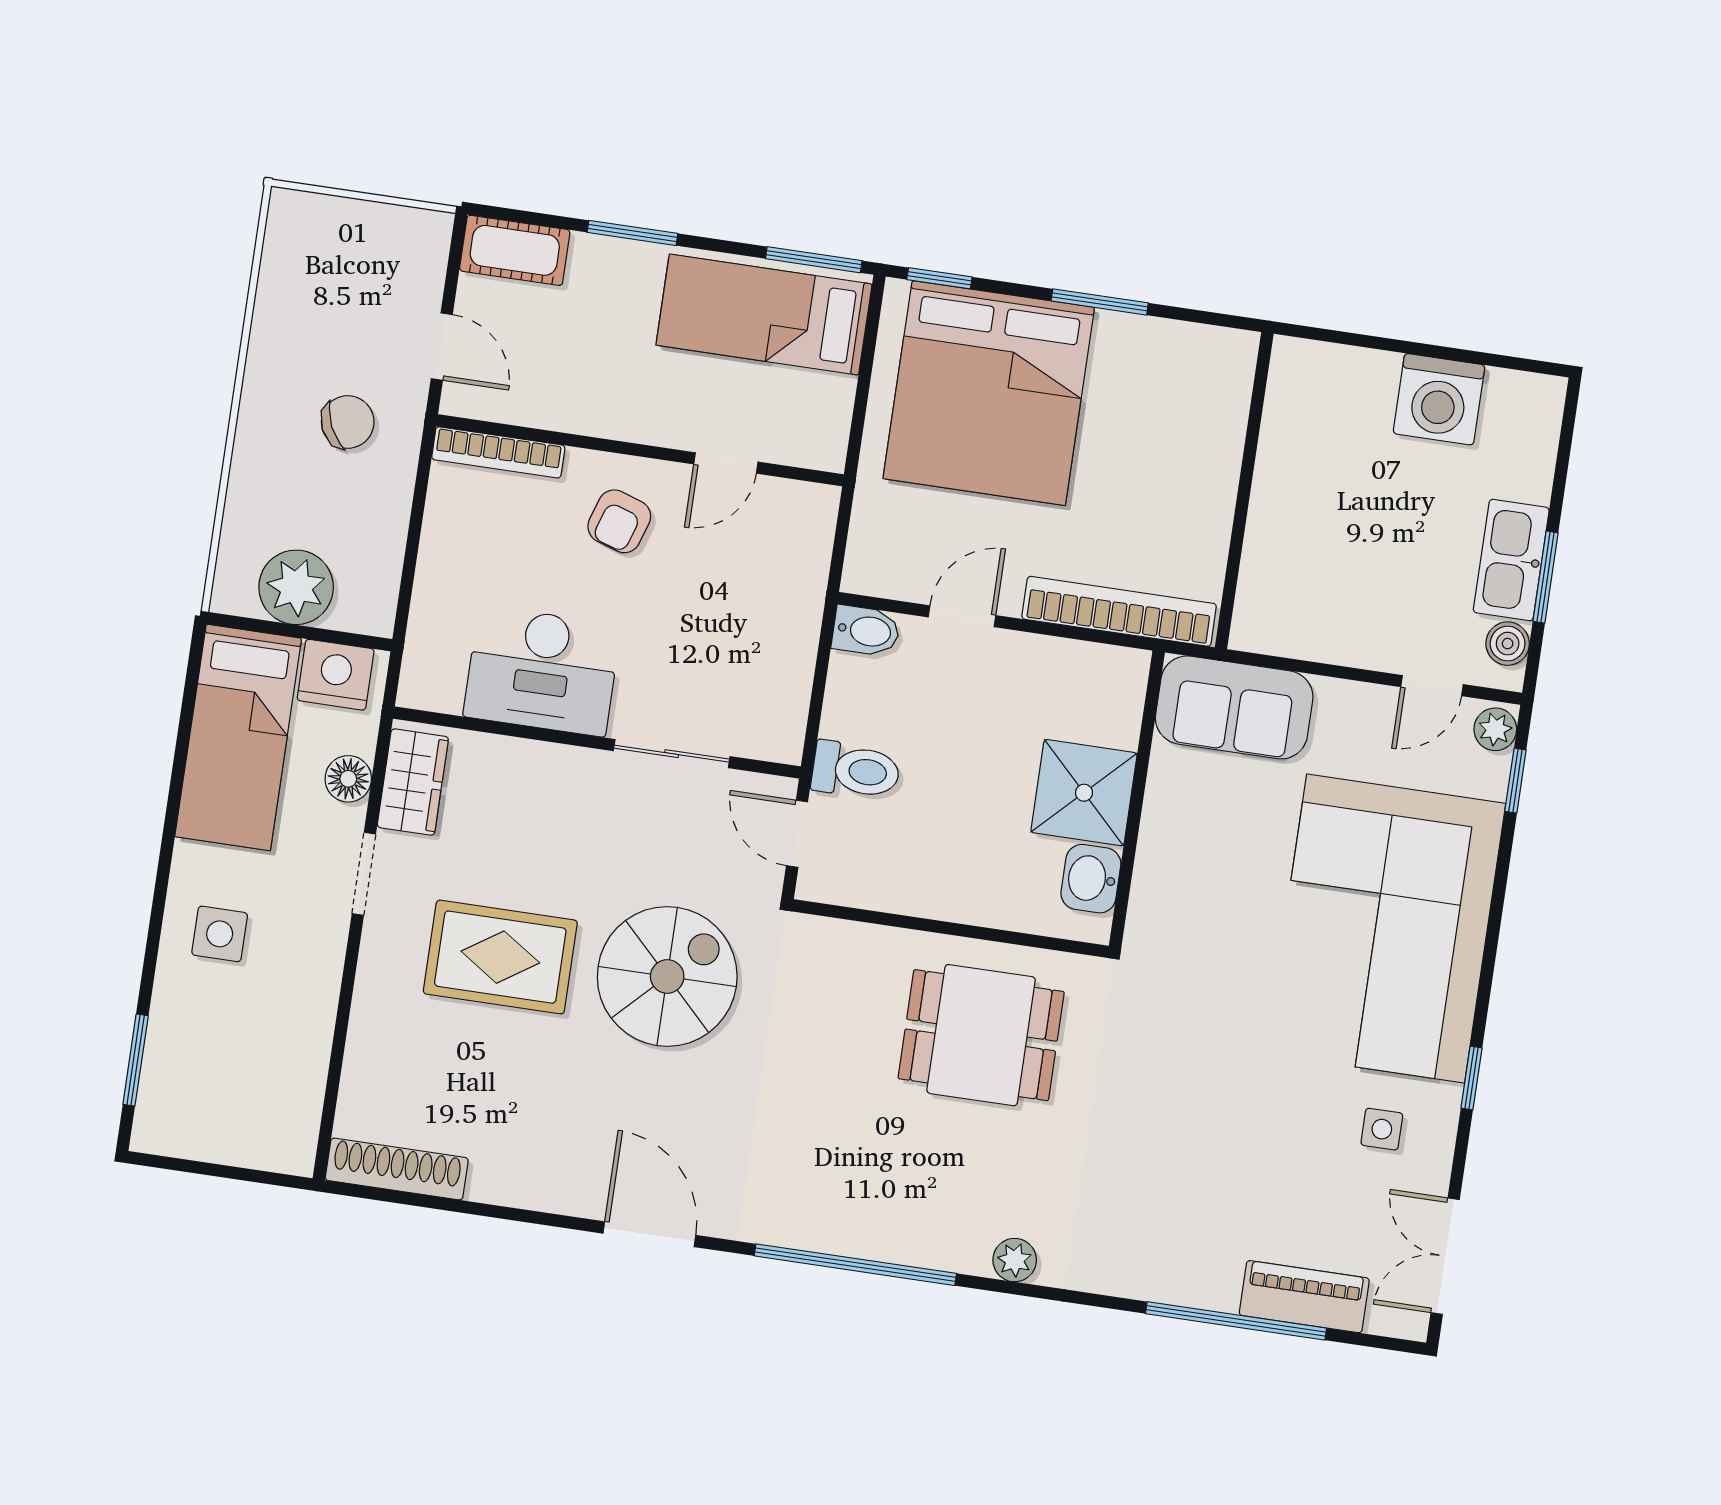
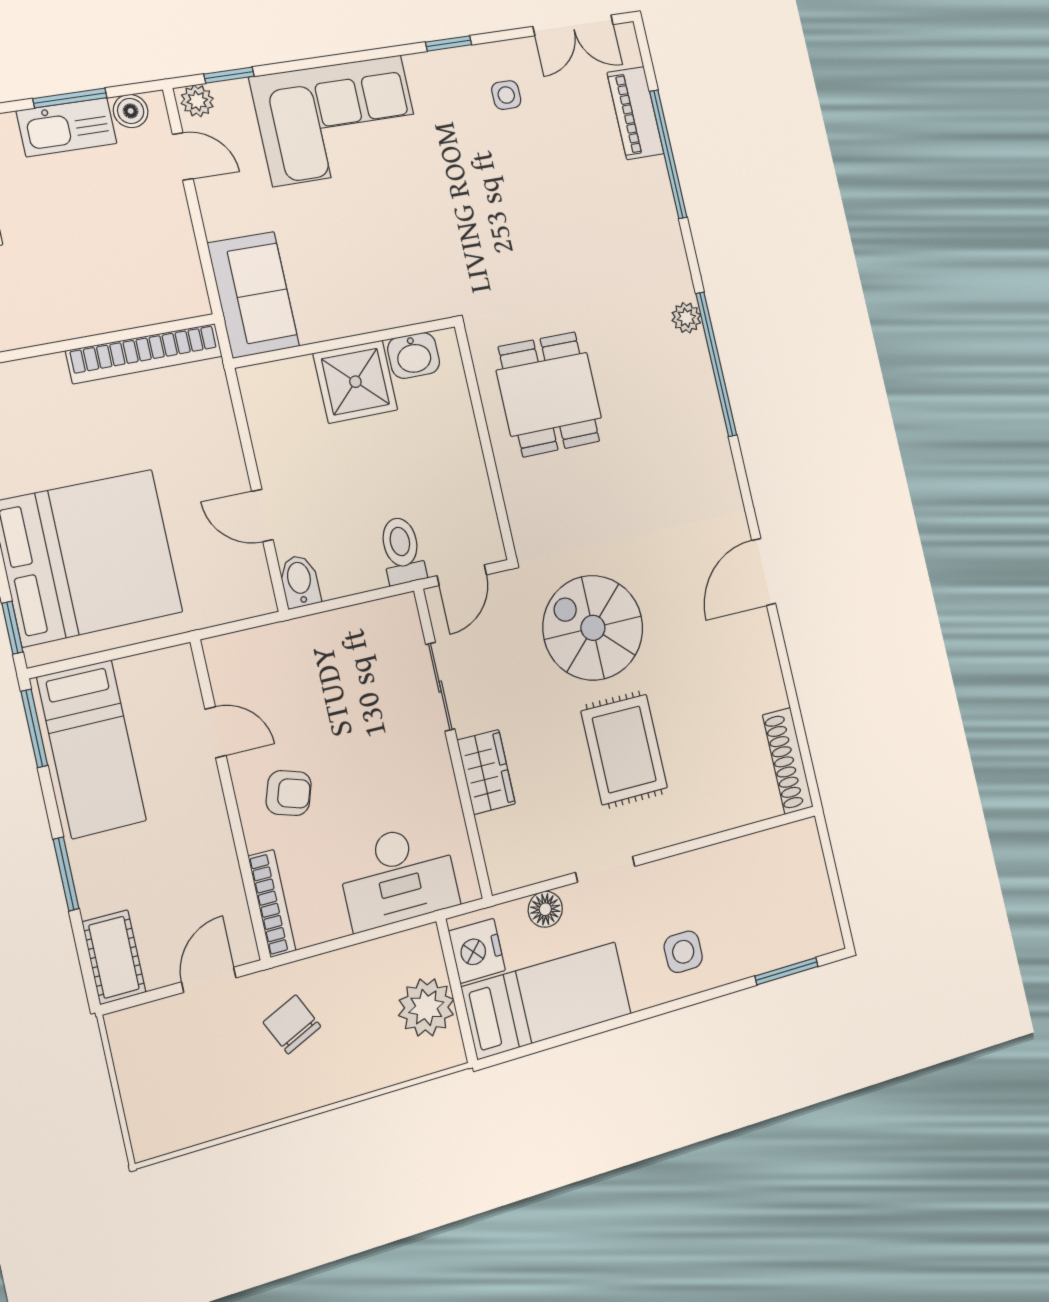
bookcase: (1119, 611) -> (145, 353), moved, turned -90
desk: (542, 671) -> (398, 876), moved, turned 90
wardrobe: (413, 782) -> (486, 772), moved, turned 90
corner sofa: (1386, 929) -> (337, 120), width x0.73, depth x0.74
window: (855, 1265) -> (716, 364), moved

